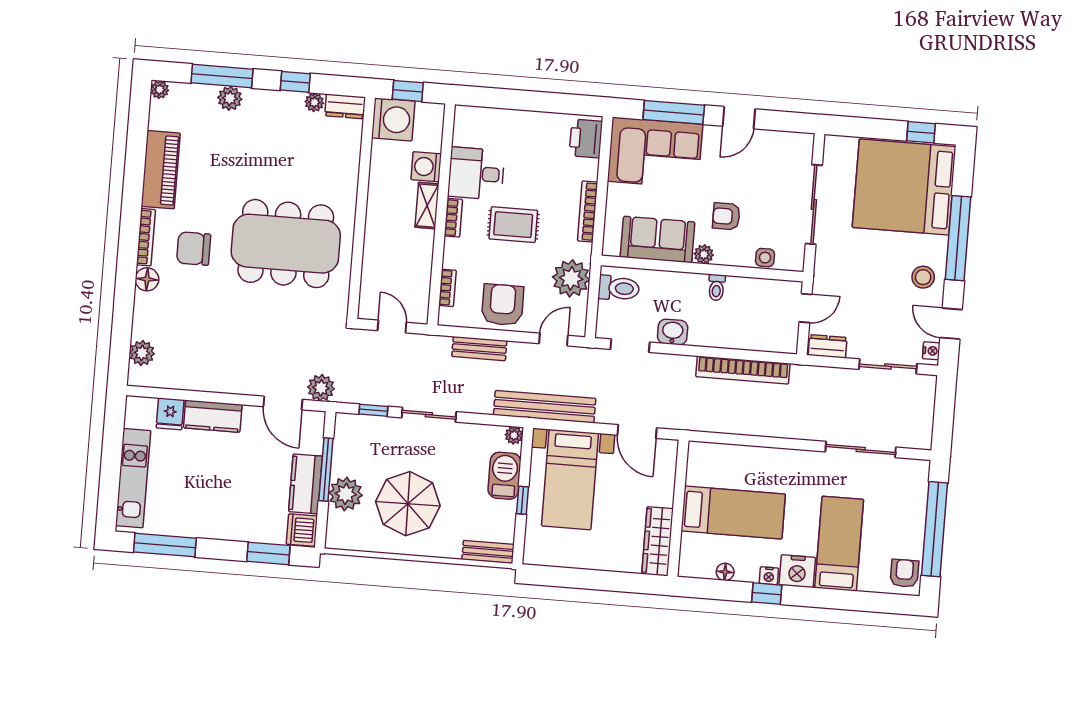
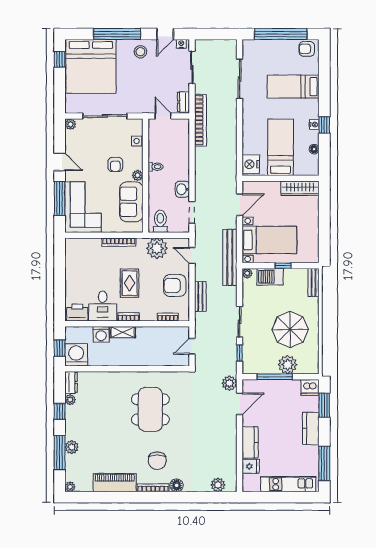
printer: (586, 138) -> (77, 313), moved, turned 180
plant: (804, 142) -> (70, 124), added
dining table: (286, 244) -> (150, 409), width x0.73, depth x0.80
bookcase: (743, 370) -> (200, 120), moved
kitchen counter: (305, 484) -> (311, 428), moved, turned 90
nightstand: (797, 571) -> (251, 164), moved, turned 180

